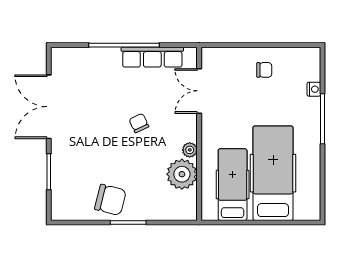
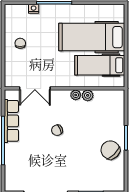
plant: (182, 174) -> (88, 95), width x0.53, depth x0.53
chair: (110, 200) -> (110, 150), turned -58

